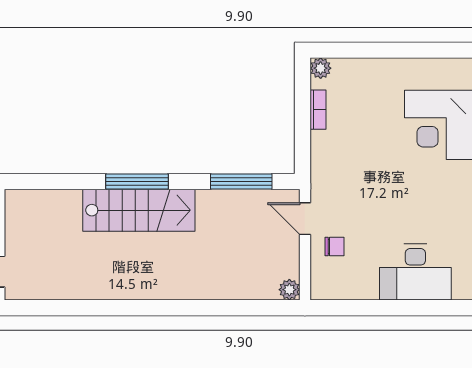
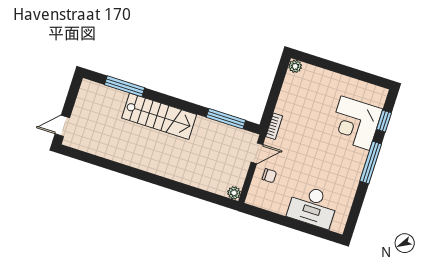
bookcase: (318, 110) -> (274, 126), moved
window: (137, 181) -> (125, 86), moved
door: (305, 219) -> (257, 153), swing flipped

